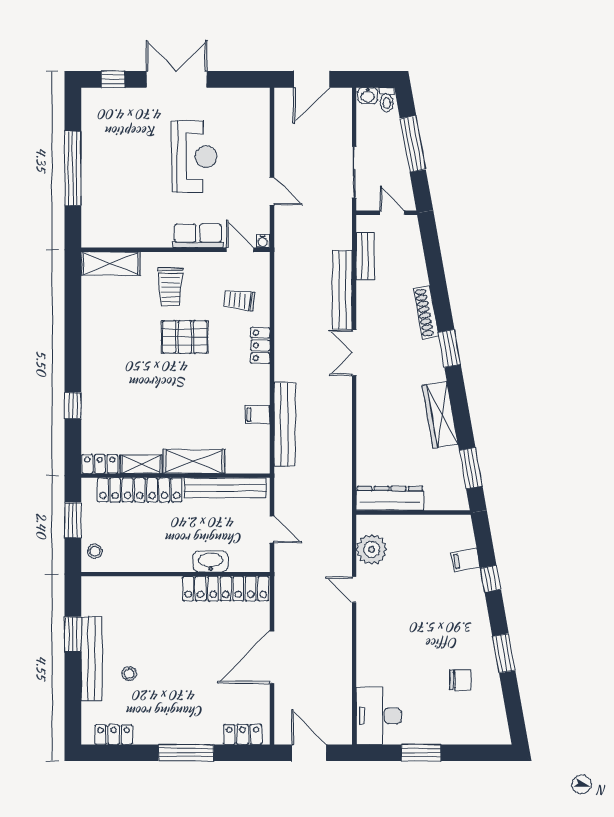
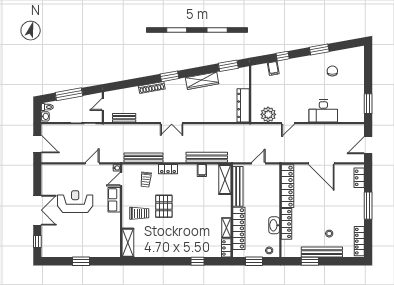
double door: (177, 79) -> (37, 210), swing flipped
window: (73, 168) -> (81, 261), width x0.47
bench: (342, 290) -> (144, 158), moved
shelving: (194, 461) -> (225, 179), moved
washbasin: (211, 561) -> (274, 225), moved
locker: (149, 587) -> (286, 224), added
desk: (379, 716) -> (323, 111), moved
locker: (114, 735) -> (359, 241), width x1.53
window: (421, 753) -> (368, 104), moved

